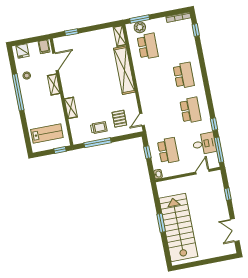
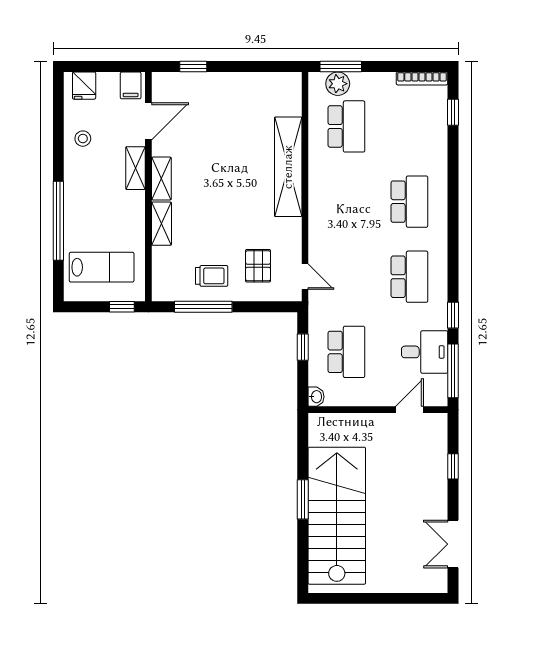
shelving: (120, 36) -> (161, 179), moved
window: (18, 92) -> (58, 221), moved
door: (142, 120) -> (305, 277), swing flipped

